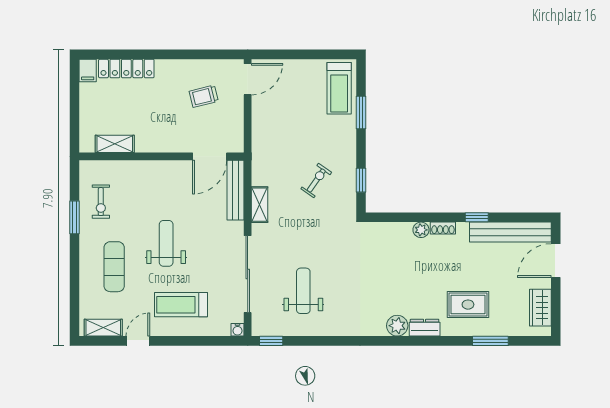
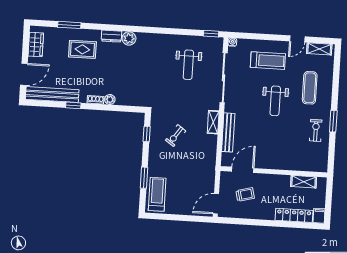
shelving: (115, 144) -> (304, 182), moved
wall: (162, 156) -> (274, 172), moved
door: (210, 156) -> (243, 170), moved

